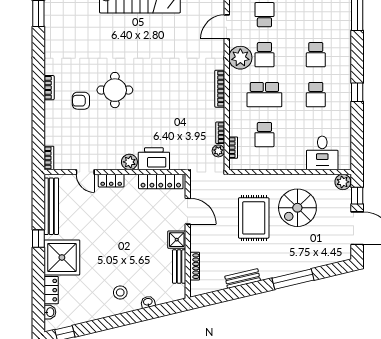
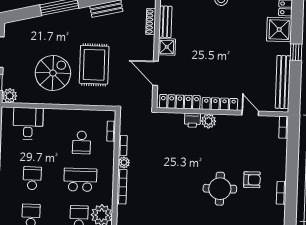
school desk: (264, 135) -> (81, 142), turned 180
plant: (218, 151) -> (124, 162), moved
printer: (154, 159) -> (192, 120), width x0.53, depth x0.68
locker: (111, 181) -> (220, 104), width x1.53
shower: (62, 257) -> (279, 30), width x0.73, depth x0.73

